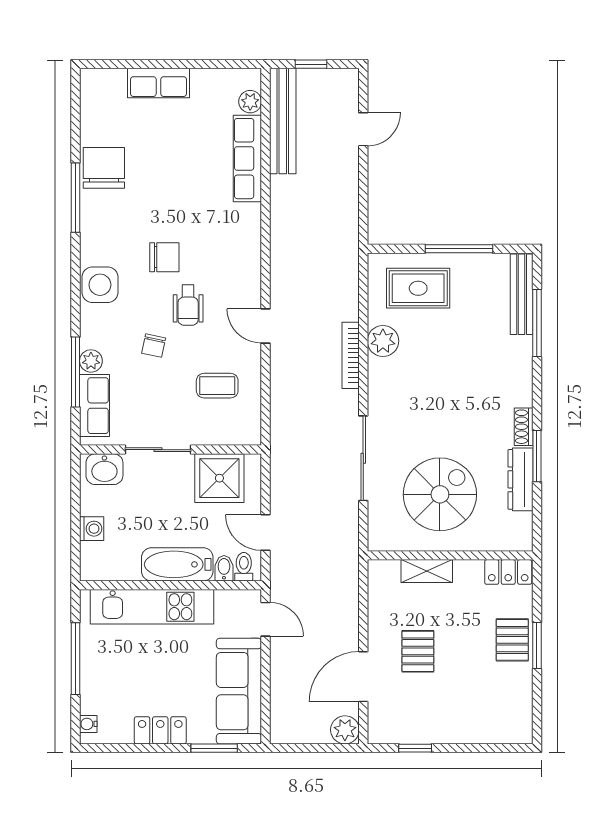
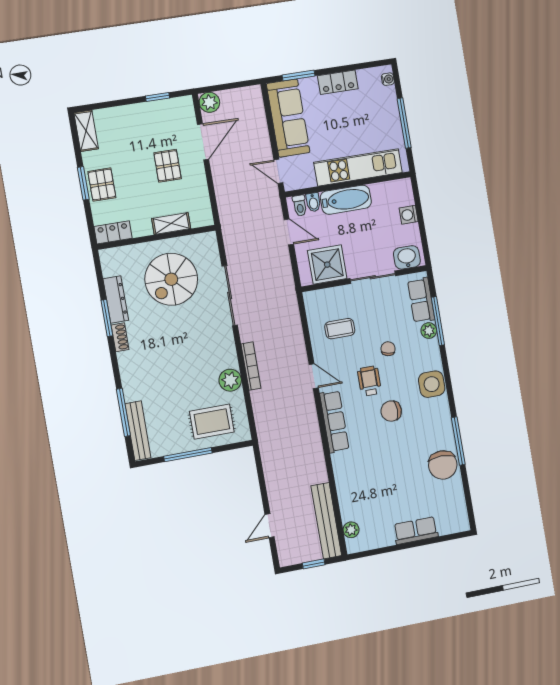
row of seats: (247, 159) -> (334, 422), moved
shelving: (521, 717) -> (86, 131), added

